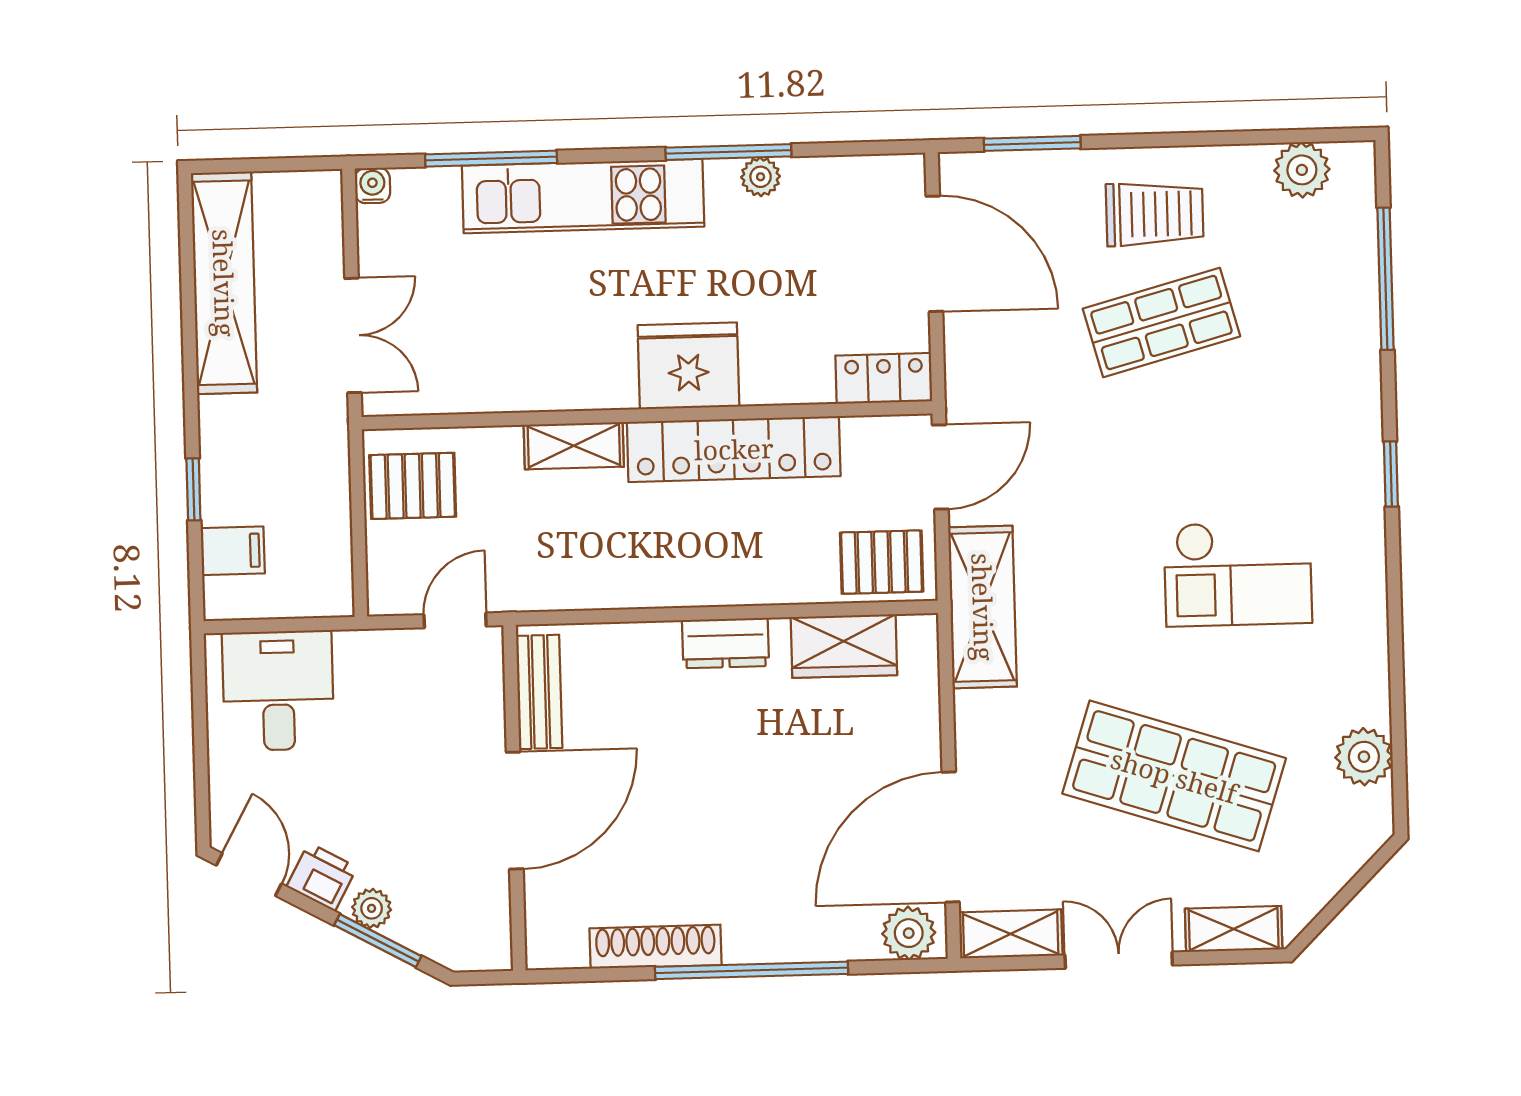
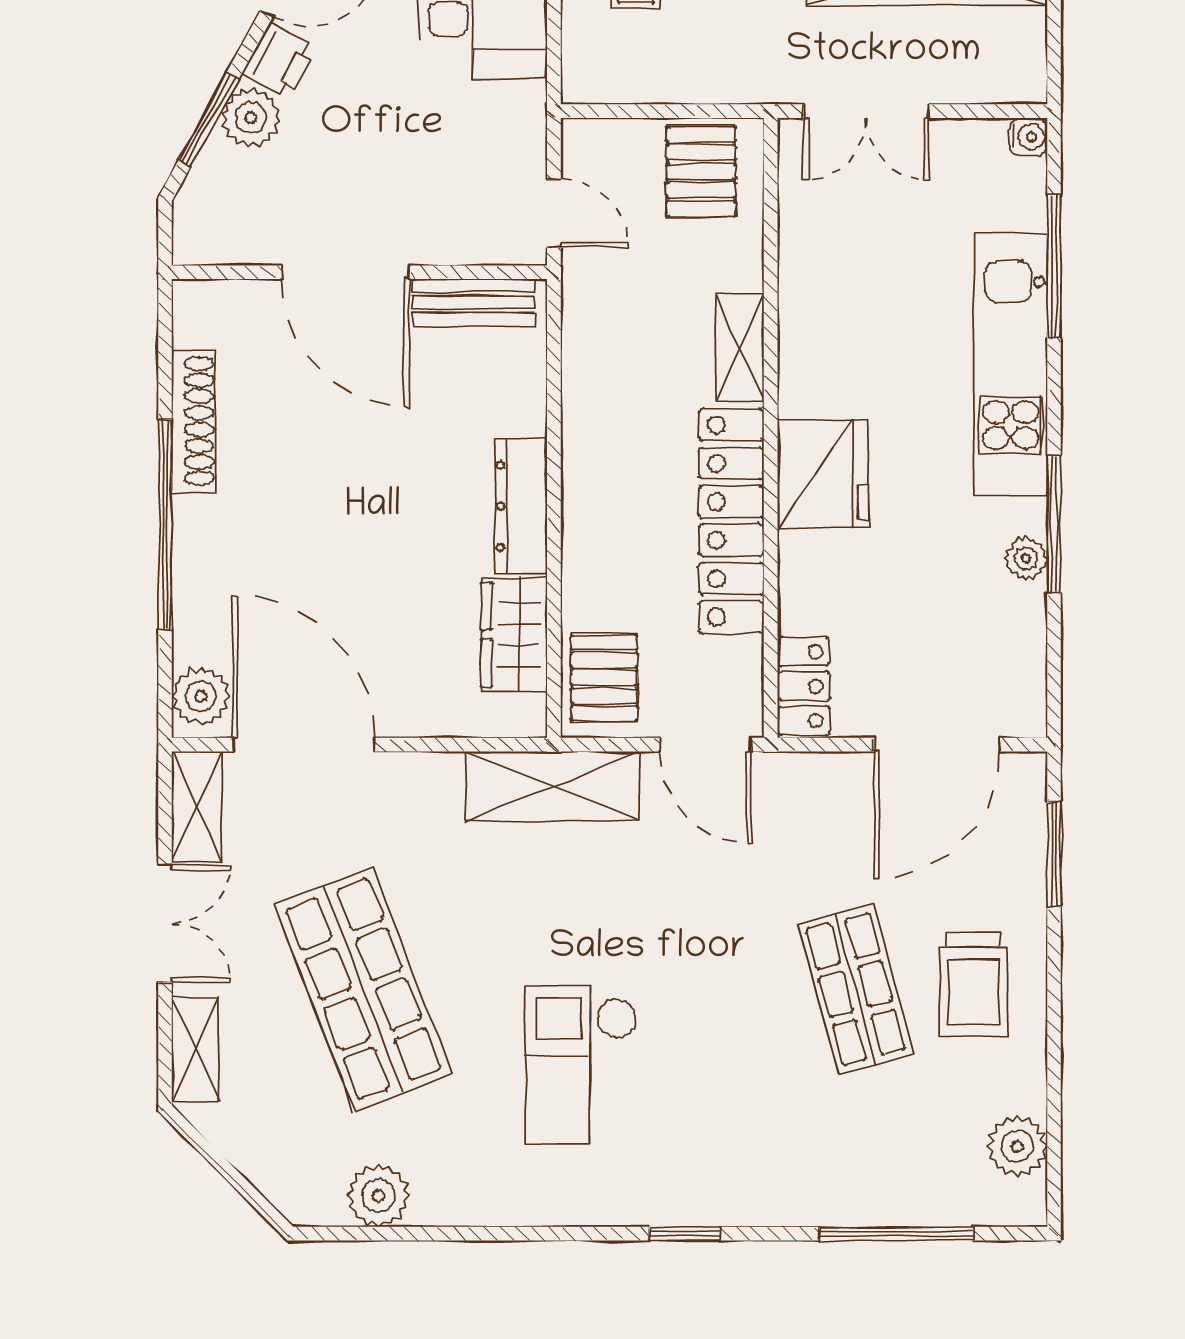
dresser: (726, 643) -> (521, 506), width x1.44
shop shelf: (1174, 776) -> (363, 989), turned -39
plant: (372, 908) -> (251, 118), width x1.38, depth x1.38

